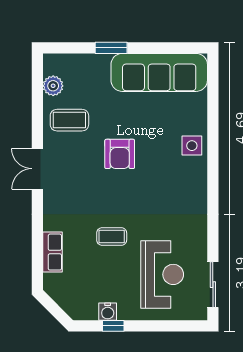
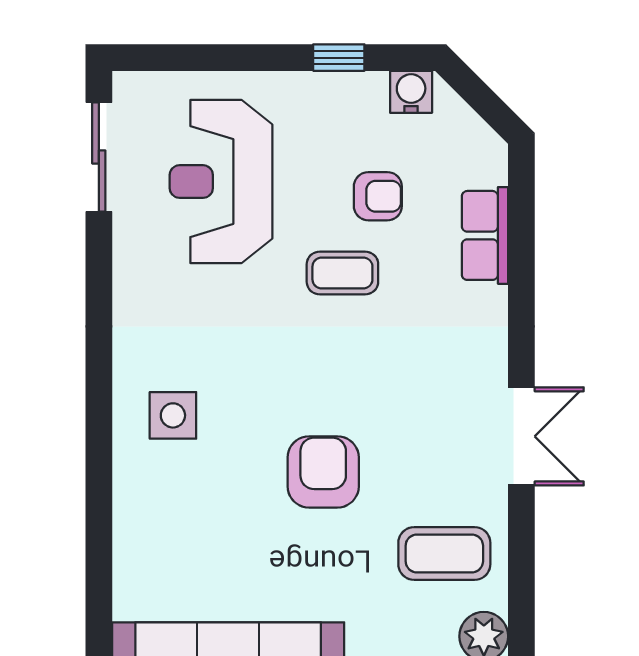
side table: (192, 146) -> (173, 415), moved
armchair: (97, 268) -> (378, 196), added
water cooler: (108, 312) -> (411, 92), moved

